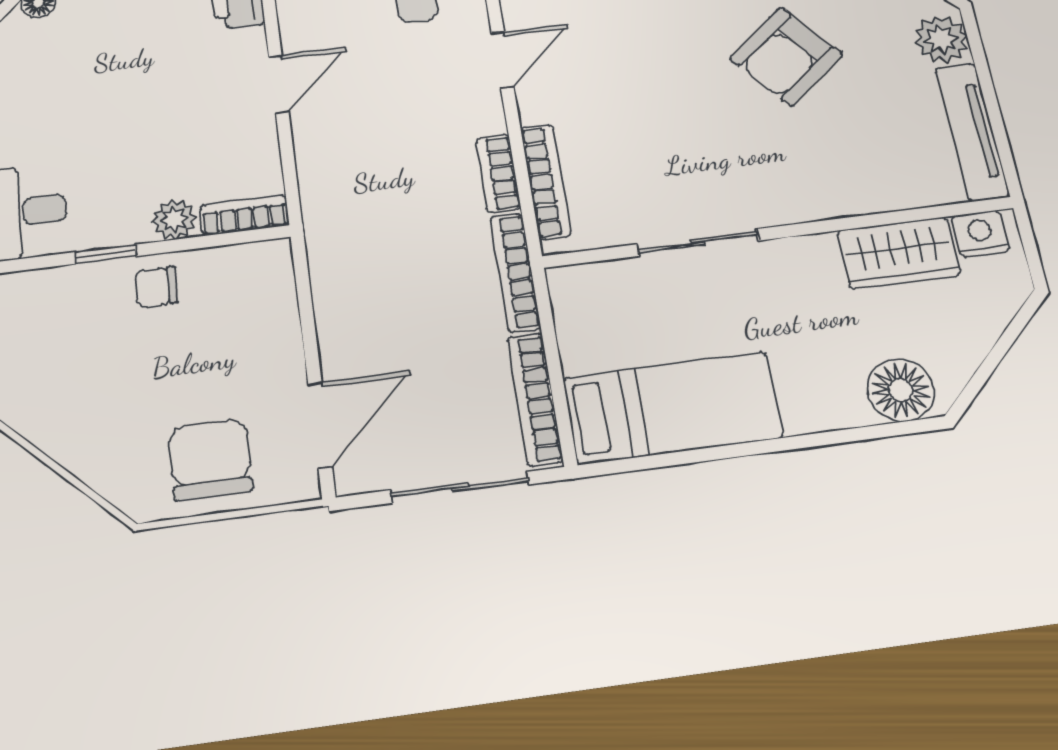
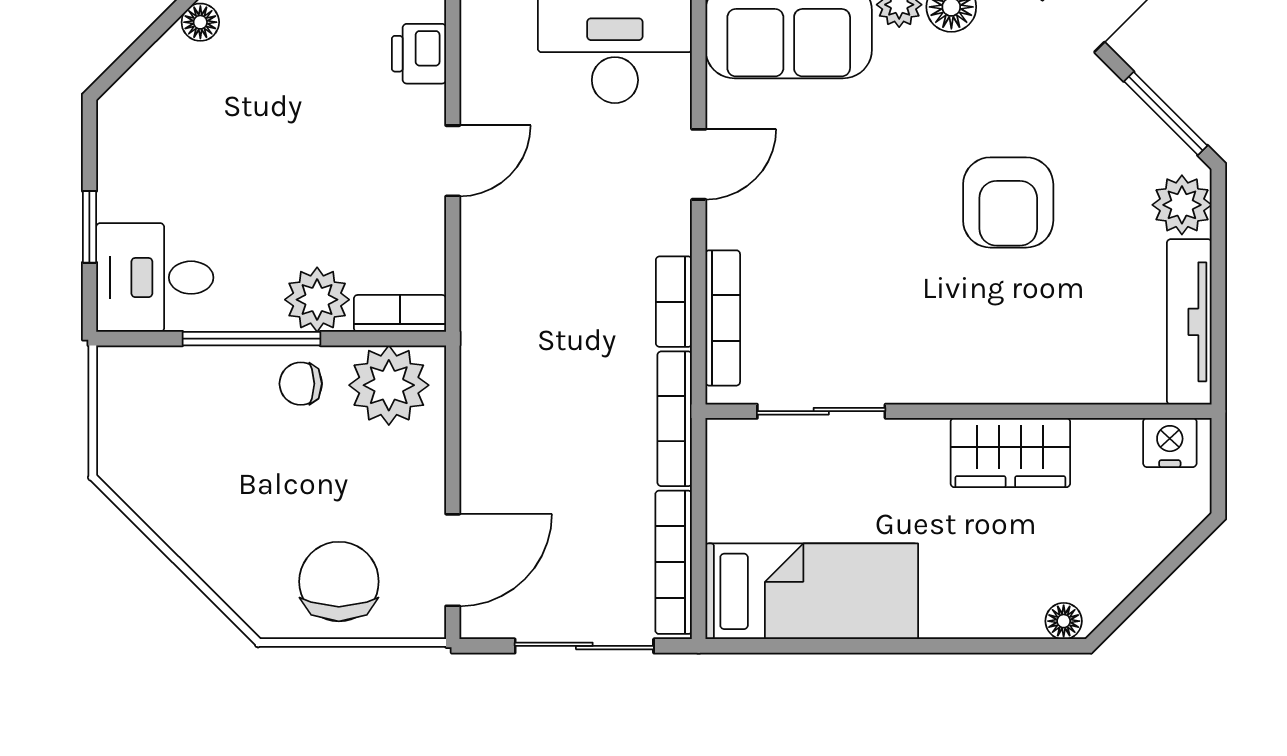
armchair: (786, 56) -> (1008, 202), turned -51
plant: (174, 220) -> (317, 300), width x1.38, depth x1.38
sliding door: (698, 242) -> (821, 411), moved
wardrobe: (898, 253) -> (1010, 453), moved
window: (106, 254) -> (251, 339), width x2.17
plant: (240, 278) -> (389, 385), added
floor lamp: (901, 390) -> (1064, 621), width x0.53, depth x0.53

